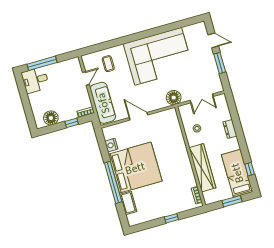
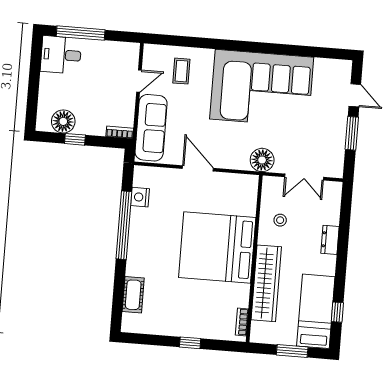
window: (72, 123) -> (75, 139), moved
bed: (135, 168) -> (217, 248), moved, turned 180
window: (113, 182) -> (124, 225), moved

